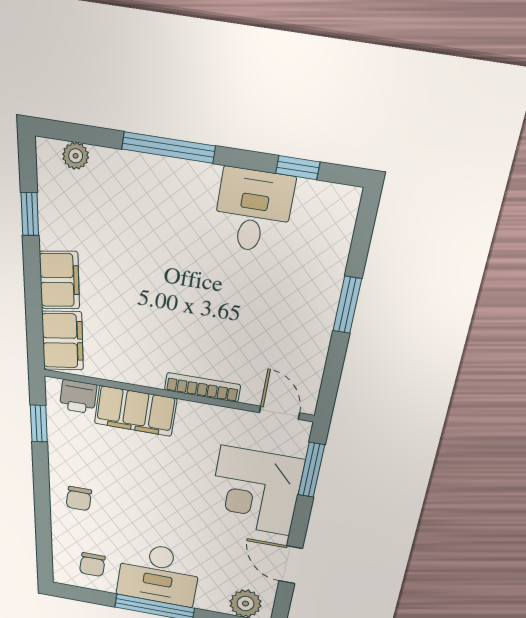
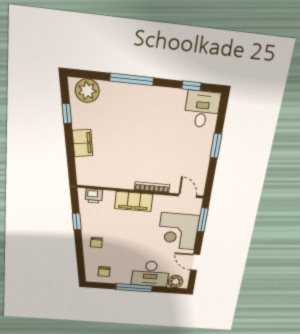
plant: (76, 156) -> (87, 91), width x1.87, depth x1.87
desk: (253, 211) -> (202, 109), moved
filing cabinet: (63, 341) -> (85, 171), removed
filing cabinet: (135, 411) -> (134, 201), moved
window: (39, 424) -> (77, 221), moved
desk: (159, 574) -> (150, 274), moved

